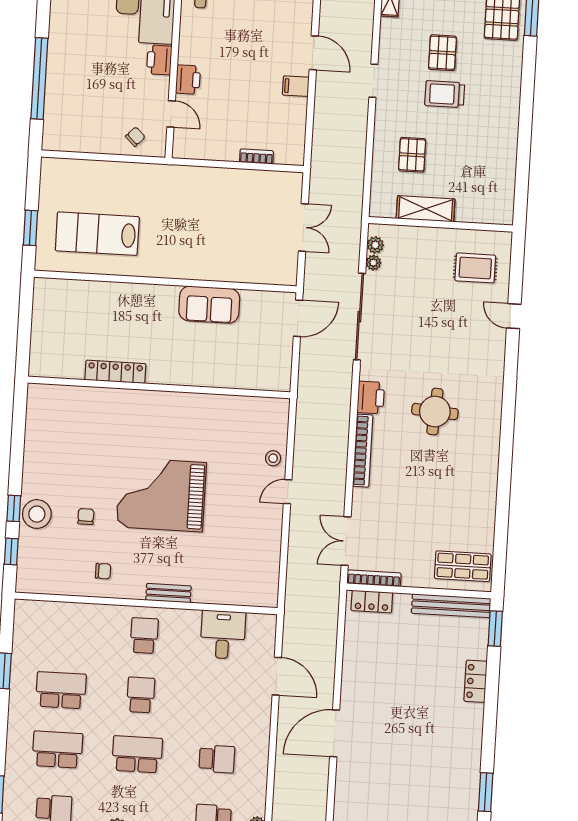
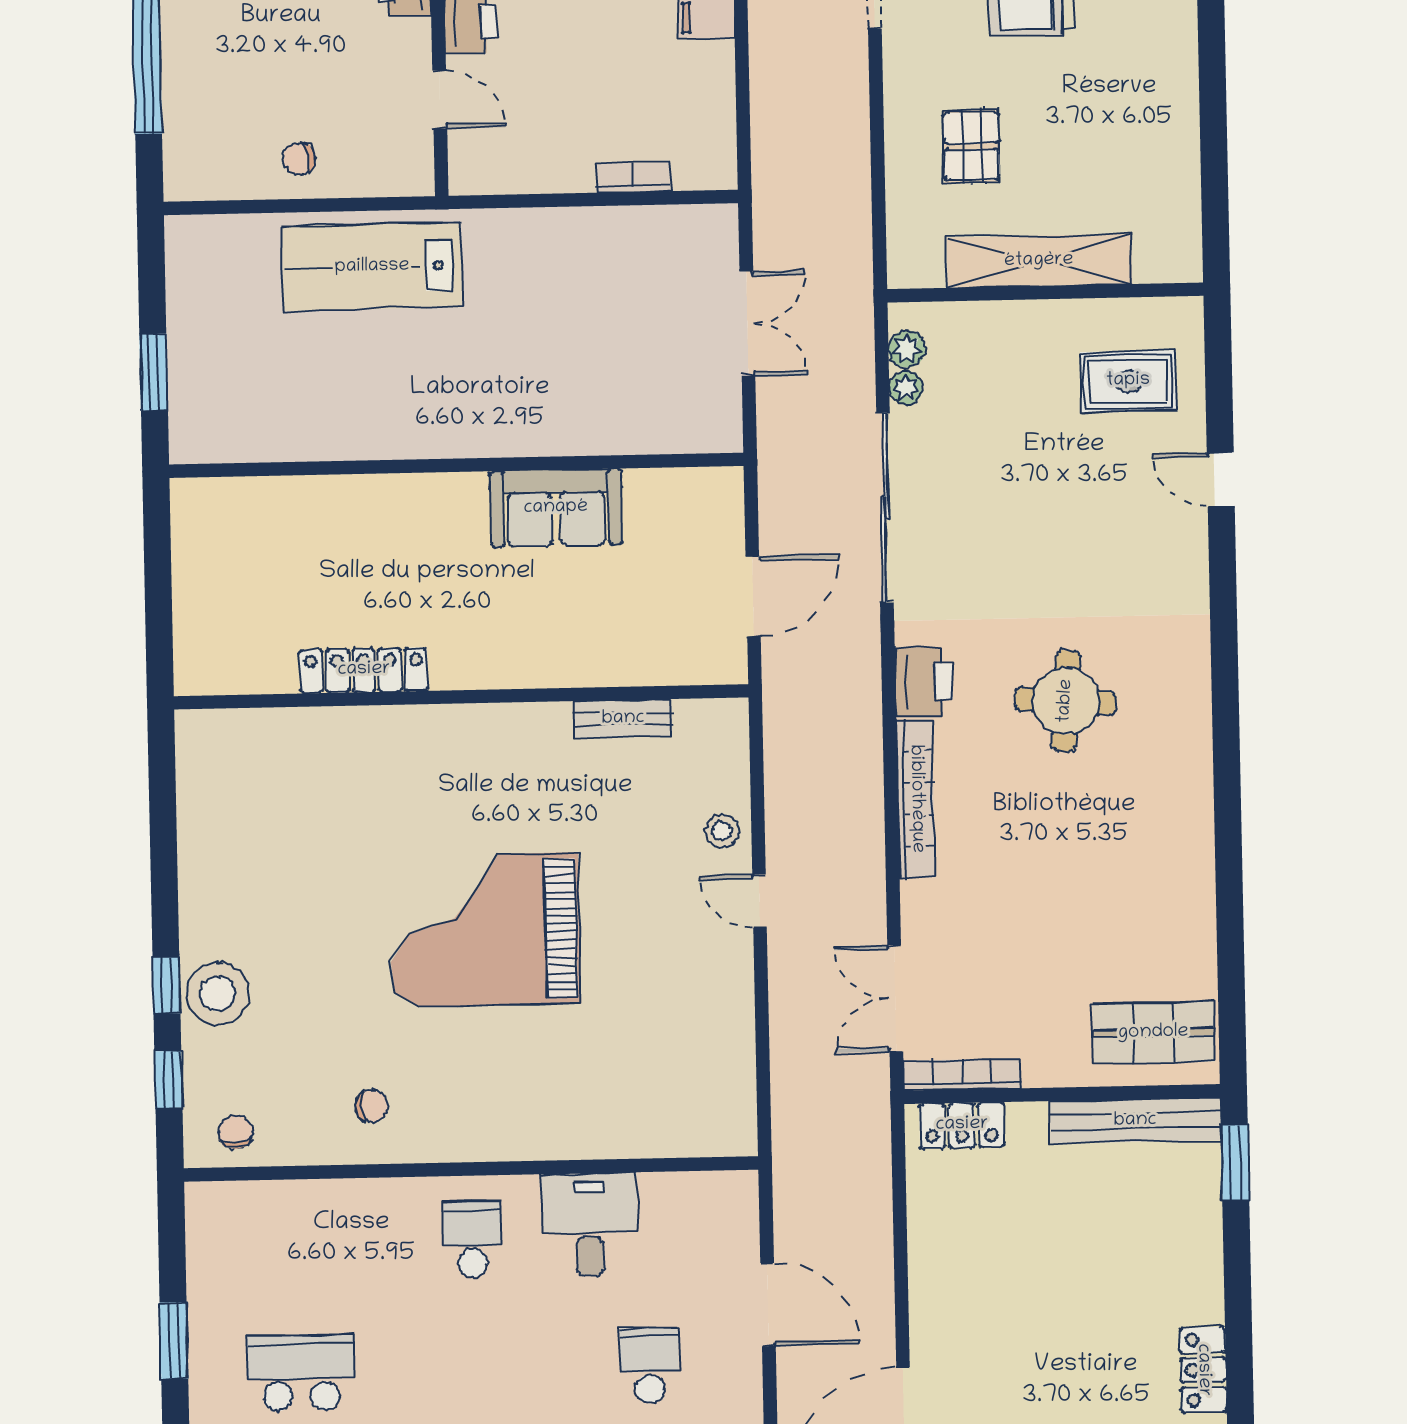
chair: (135, 137) -> (299, 159), moved, turned -147
shelving: (426, 209) -> (1039, 261), width x1.47
lab bench: (97, 234) -> (372, 267), moved
door: (298, 318) -> (753, 596), moved
door: (288, 492) -> (760, 901), hinge flipped
chair: (86, 516) -> (235, 1132), moved
bench: (168, 593) -> (623, 719), moved
desk: (223, 635) -> (590, 1225), moved
locker: (476, 681) -> (1203, 1370), moved
school desk: (141, 695) -> (649, 1365), moved

